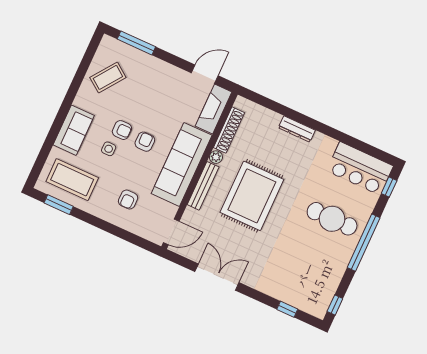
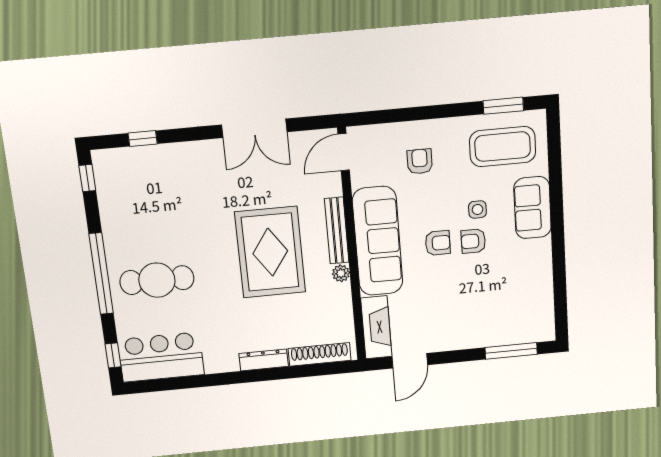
coffee table: (108, 77) -> (524, 293), removed
shoe rack: (229, 130) -> (320, 354), moved, turned 90
armchair: (145, 142) -> (438, 243), turned -90

